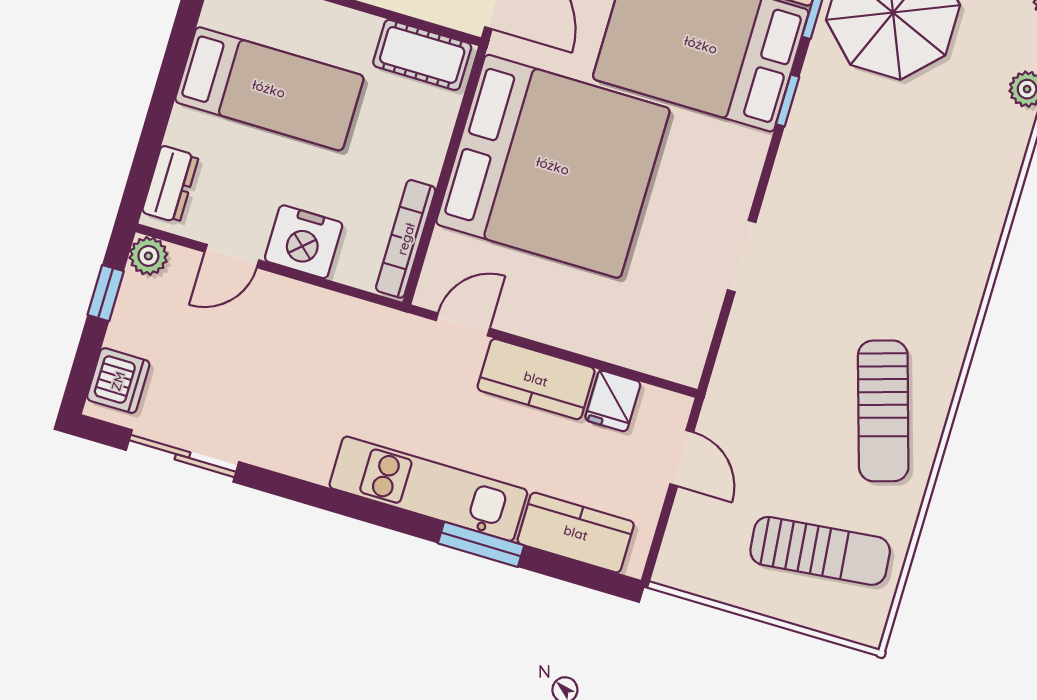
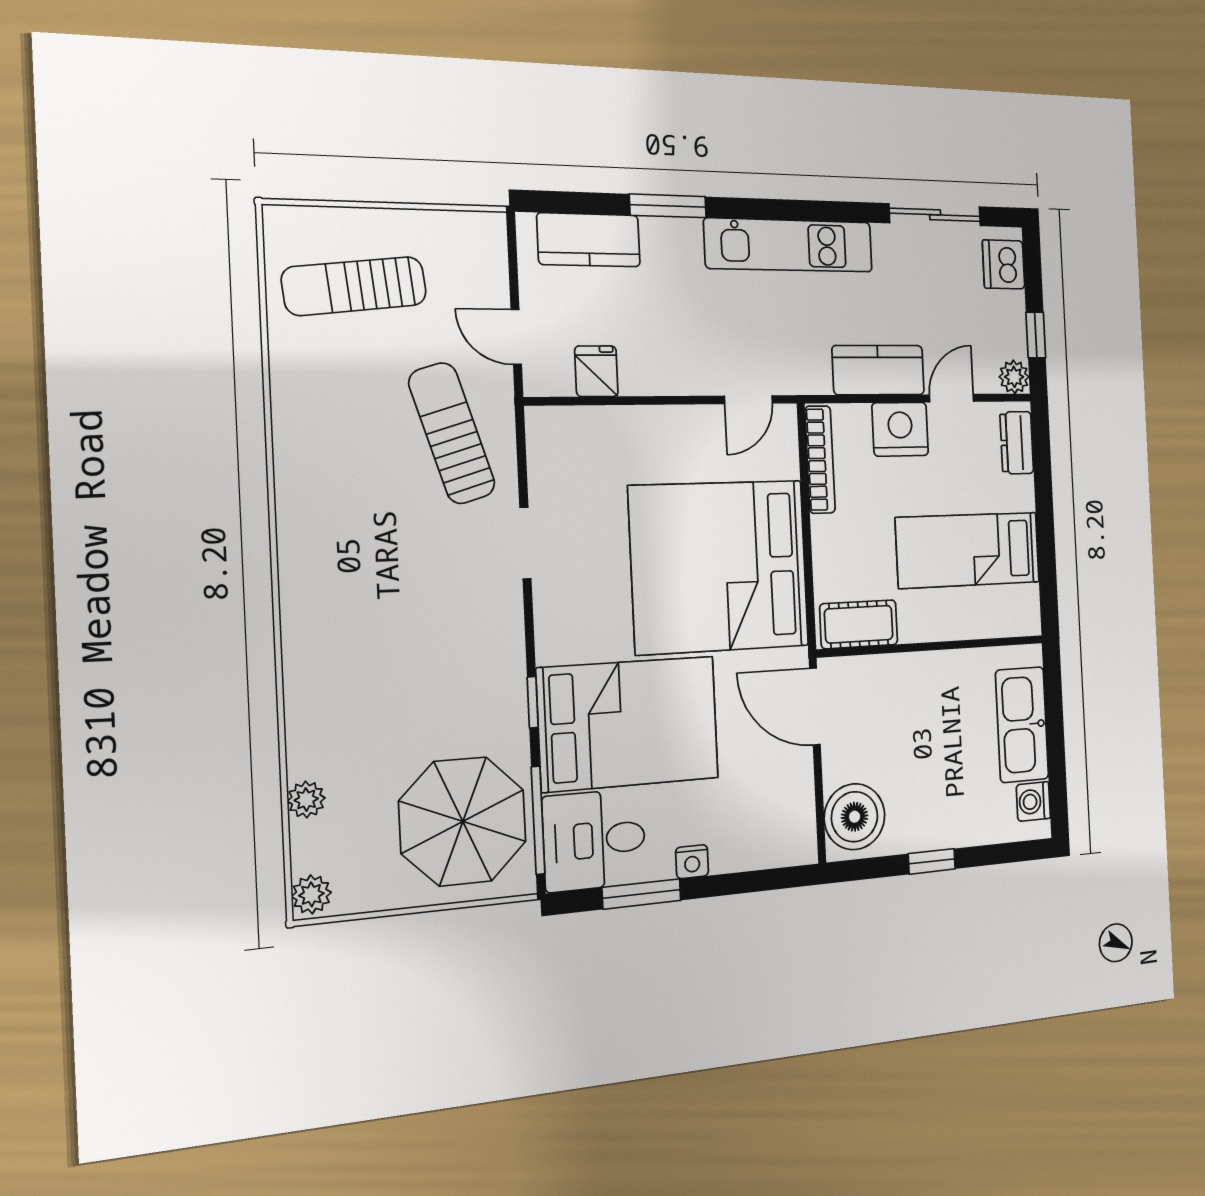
kitchen counter: (536, 379) -> (878, 370), moved
sun lounger: (883, 411) -> (452, 433), moved
kitchen unit: (428, 489) -> (789, 245), moved

